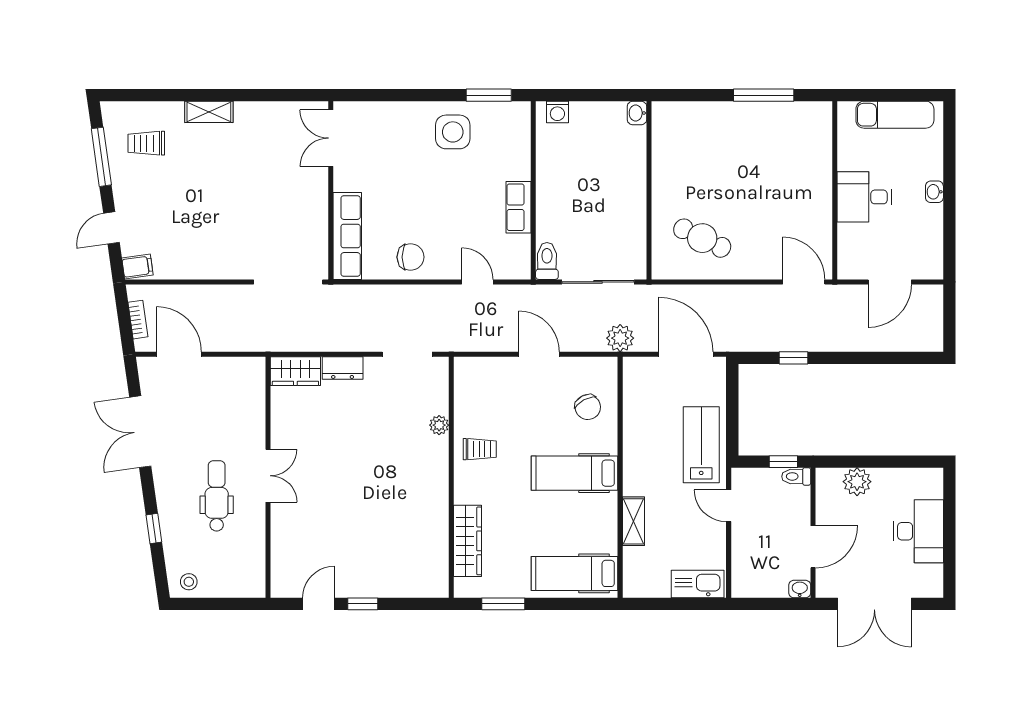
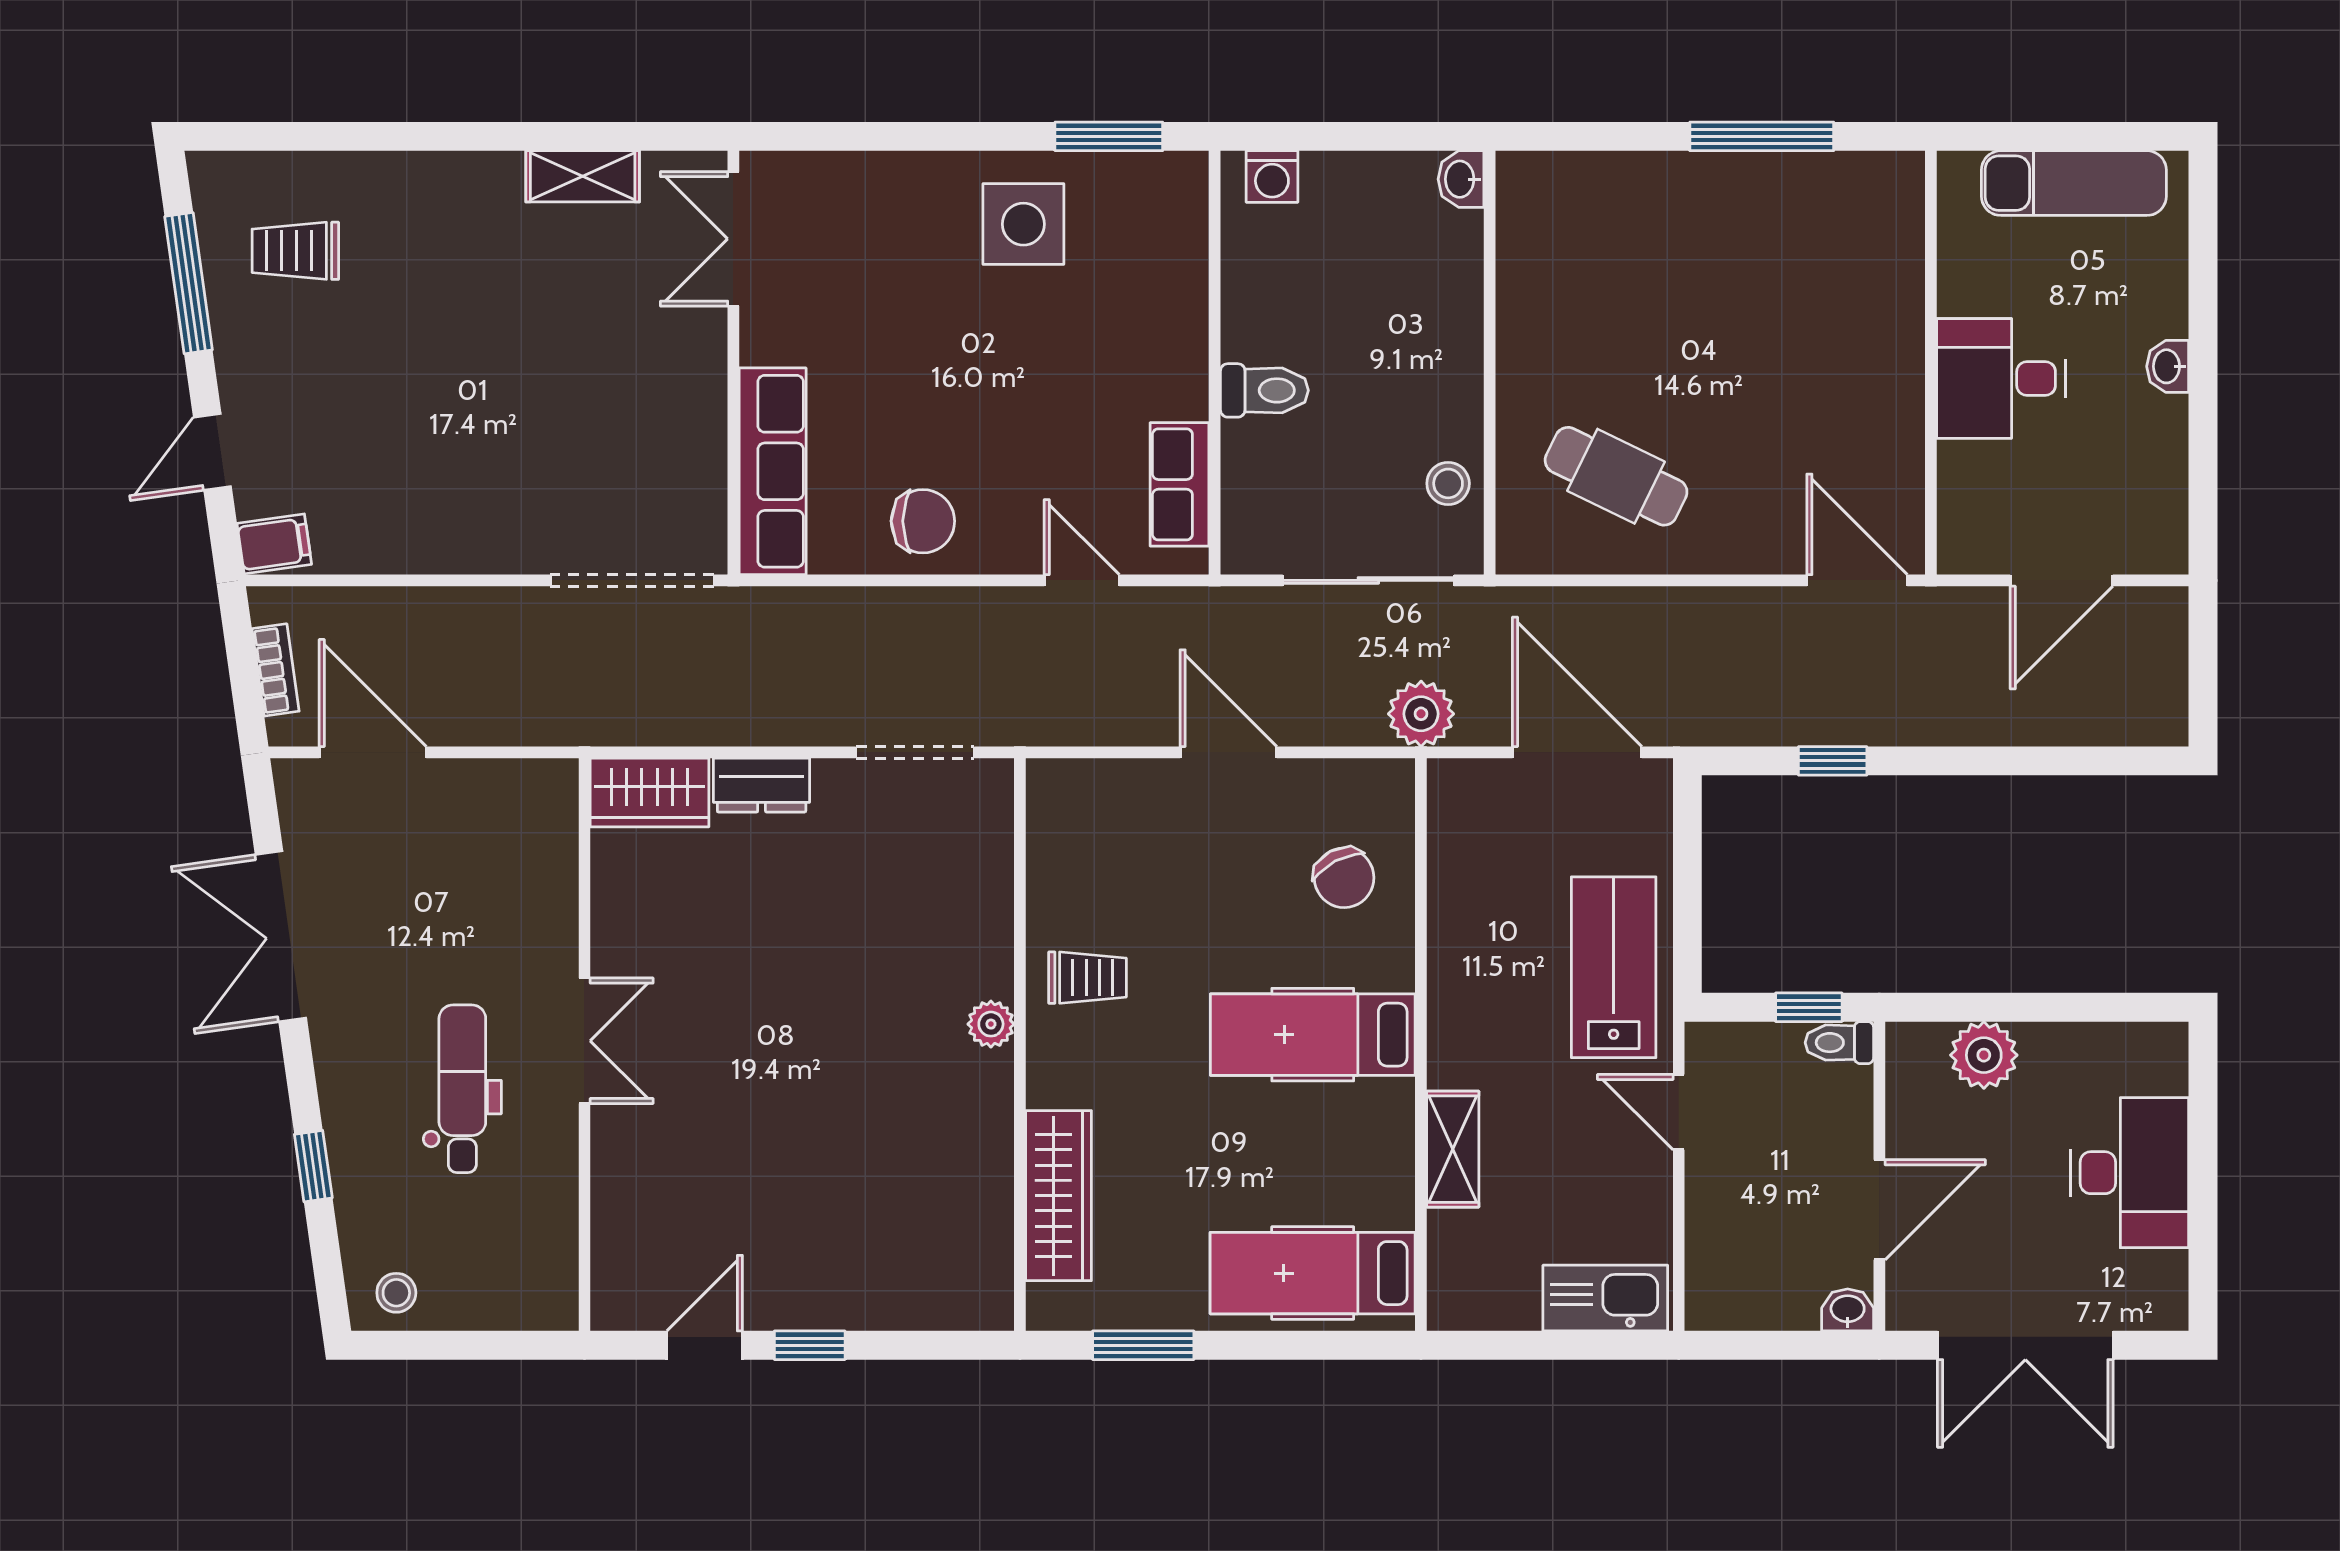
shelving: (209, 112) -> (583, 176), moved
row of seats: (518, 207) -> (1179, 484), moved
stool: (632, 241) -> (1448, 483), added
toilet: (547, 261) -> (1264, 390), moved, turned 90
plant: (439, 425) -> (991, 1024), moved

